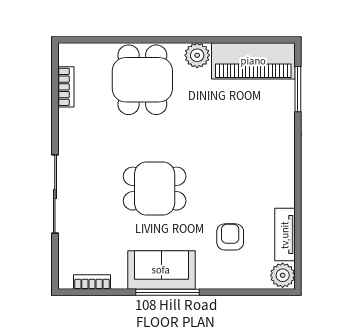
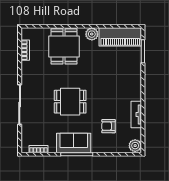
tv unit: (285, 235) -> (136, 114), moved
armchair: (230, 237) -> (108, 126), turned -90

